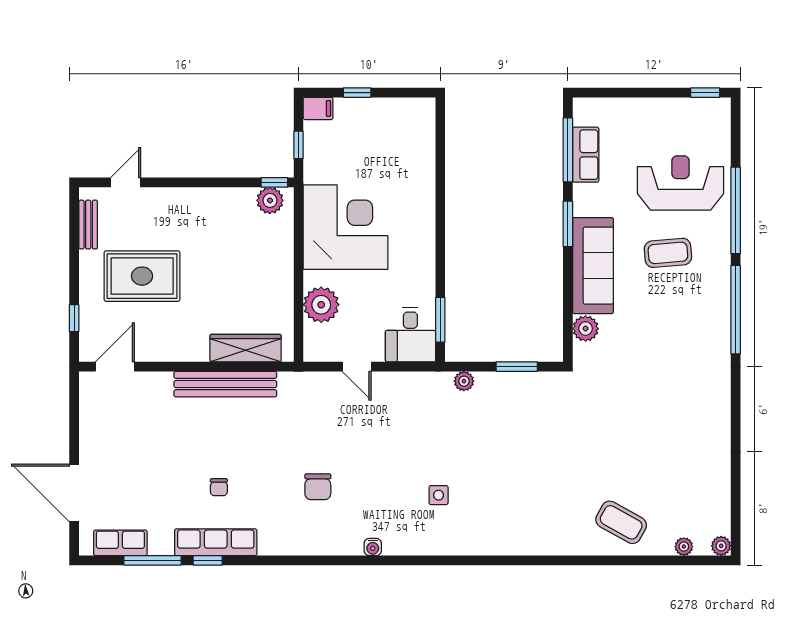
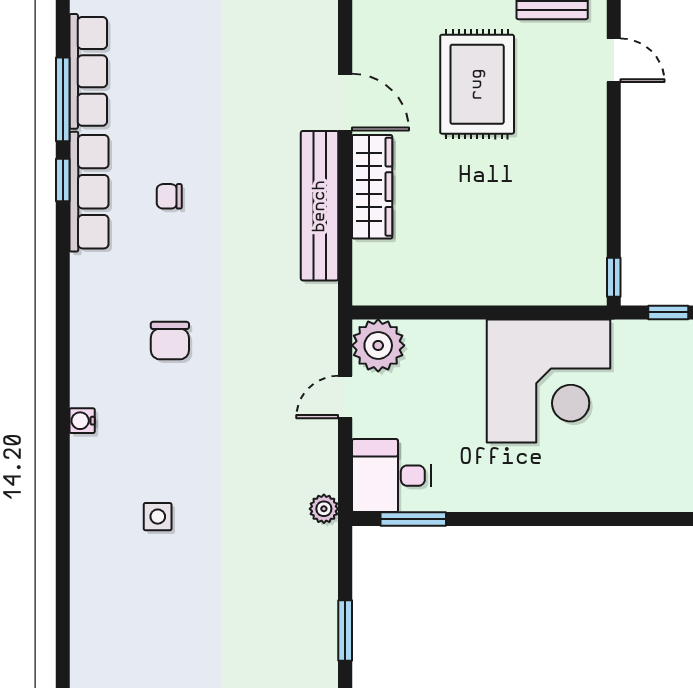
plant: (270, 200) -> (587, 271), removed
plant: (321, 305) -> (378, 345), moved
wardrobe: (246, 348) -> (372, 187), moved
door: (115, 367) -> (345, 102), moved
plant: (464, 381) -> (324, 509), moved
chair: (318, 487) -> (170, 341), turned -90
row of seats: (120, 543) -> (88, 71), width x1.48

